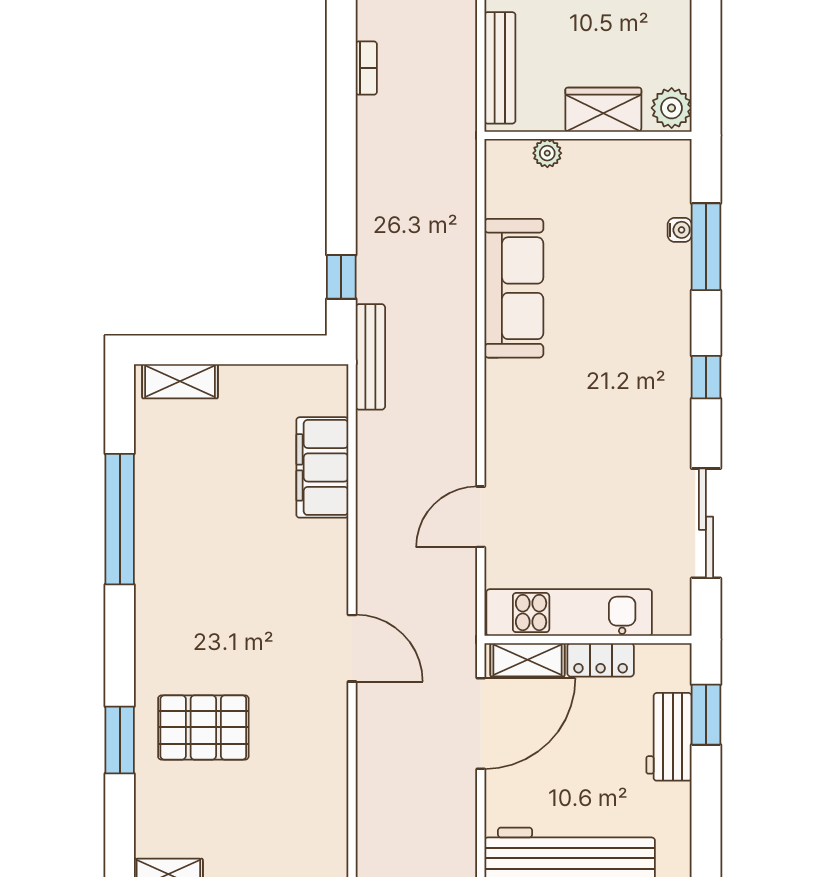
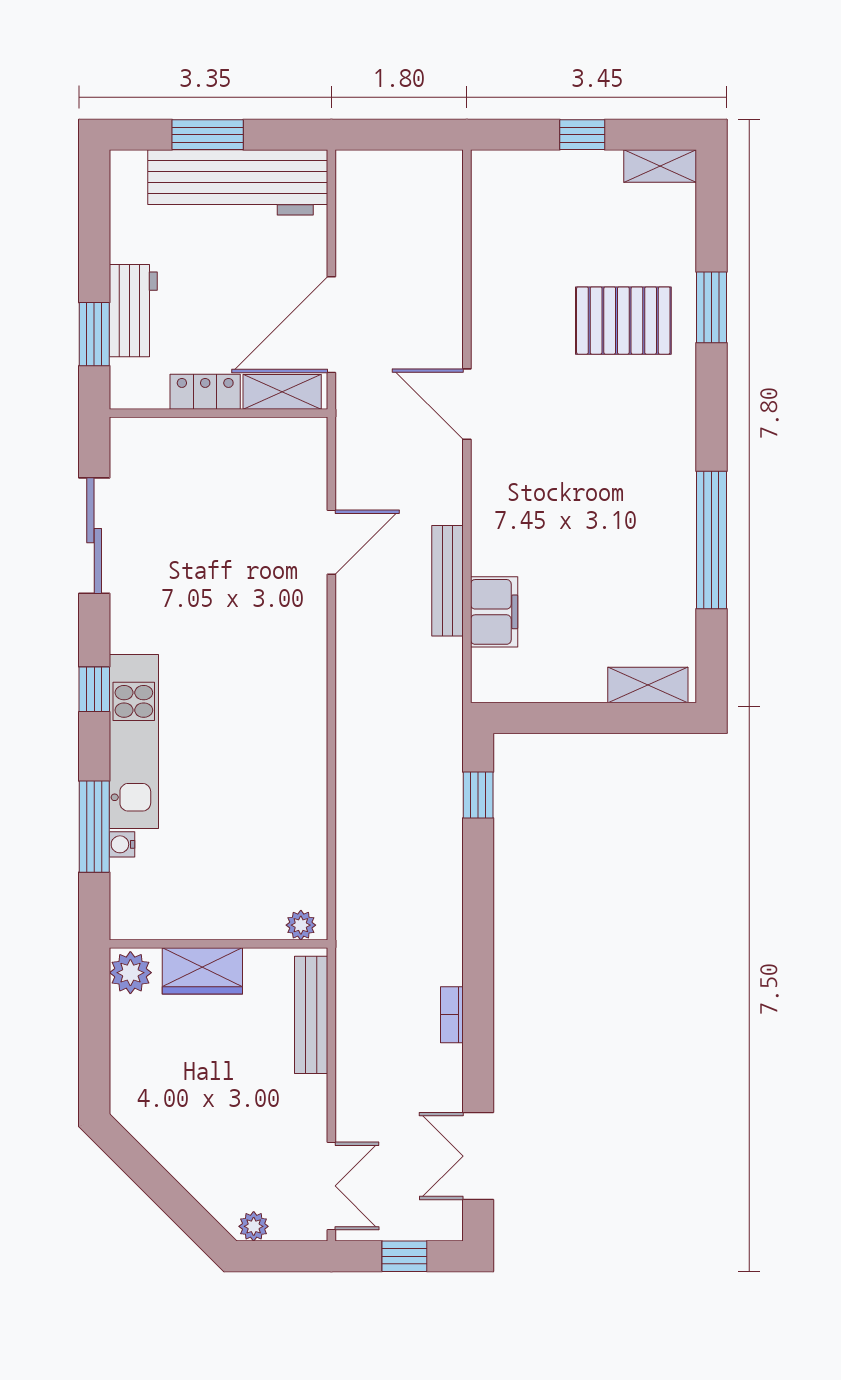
plant: (547, 153) -> (301, 925), moved
sofa: (514, 288) -> (296, 783), removed
bench: (370, 357) -> (448, 581), moved
filing cabinet: (322, 467) -> (494, 612), width x0.67, depth x0.86
kitchen unit: (569, 613) -> (134, 741), moved, turned -90

